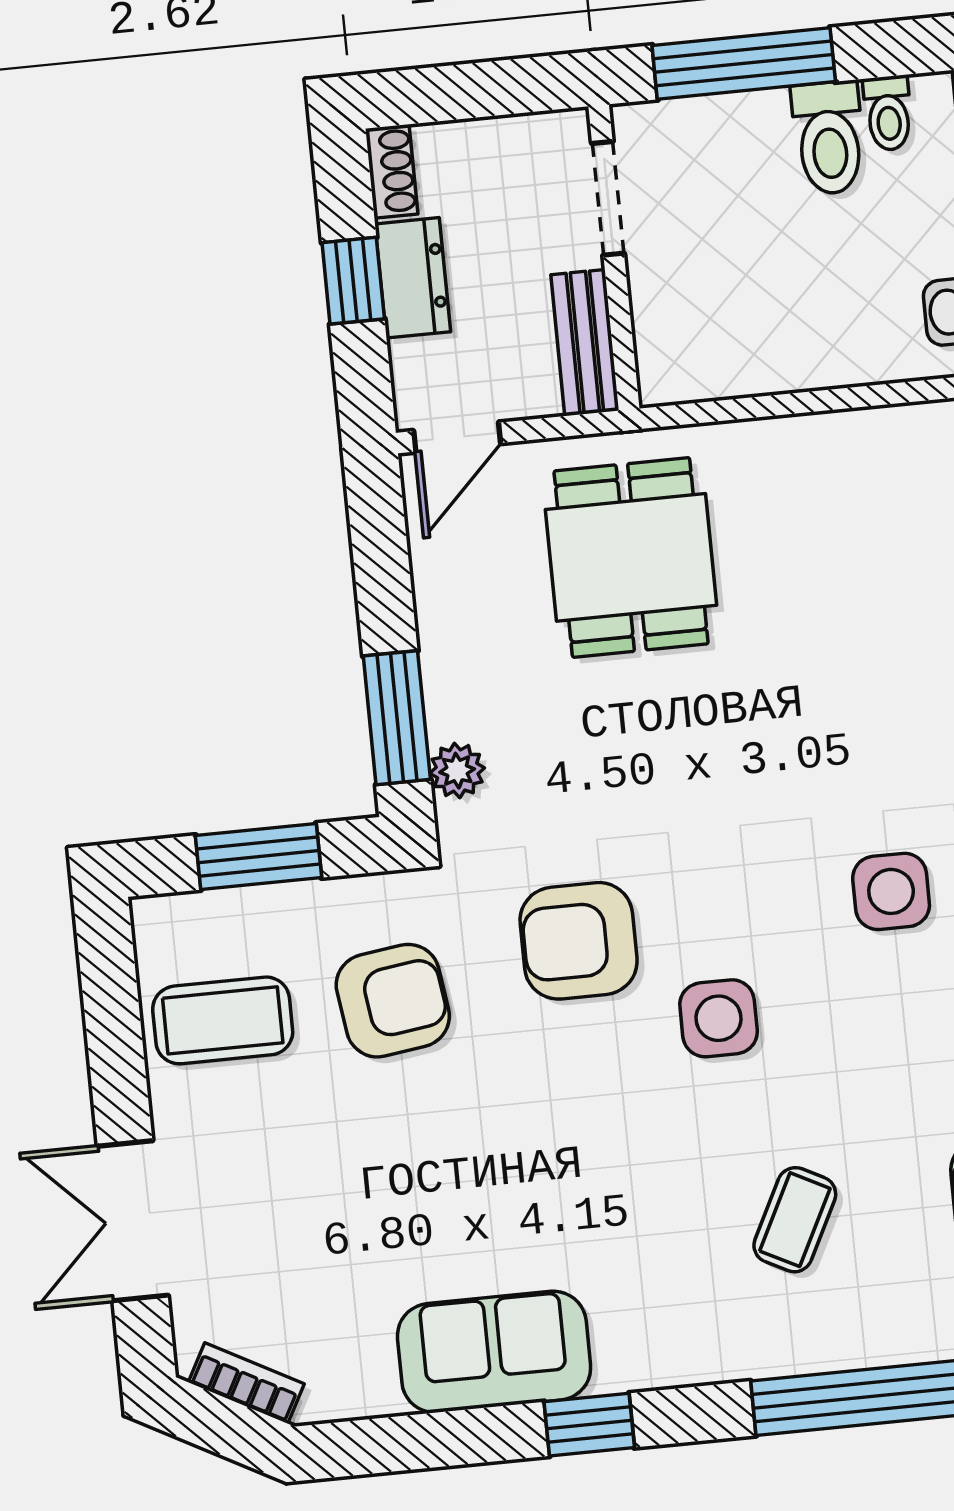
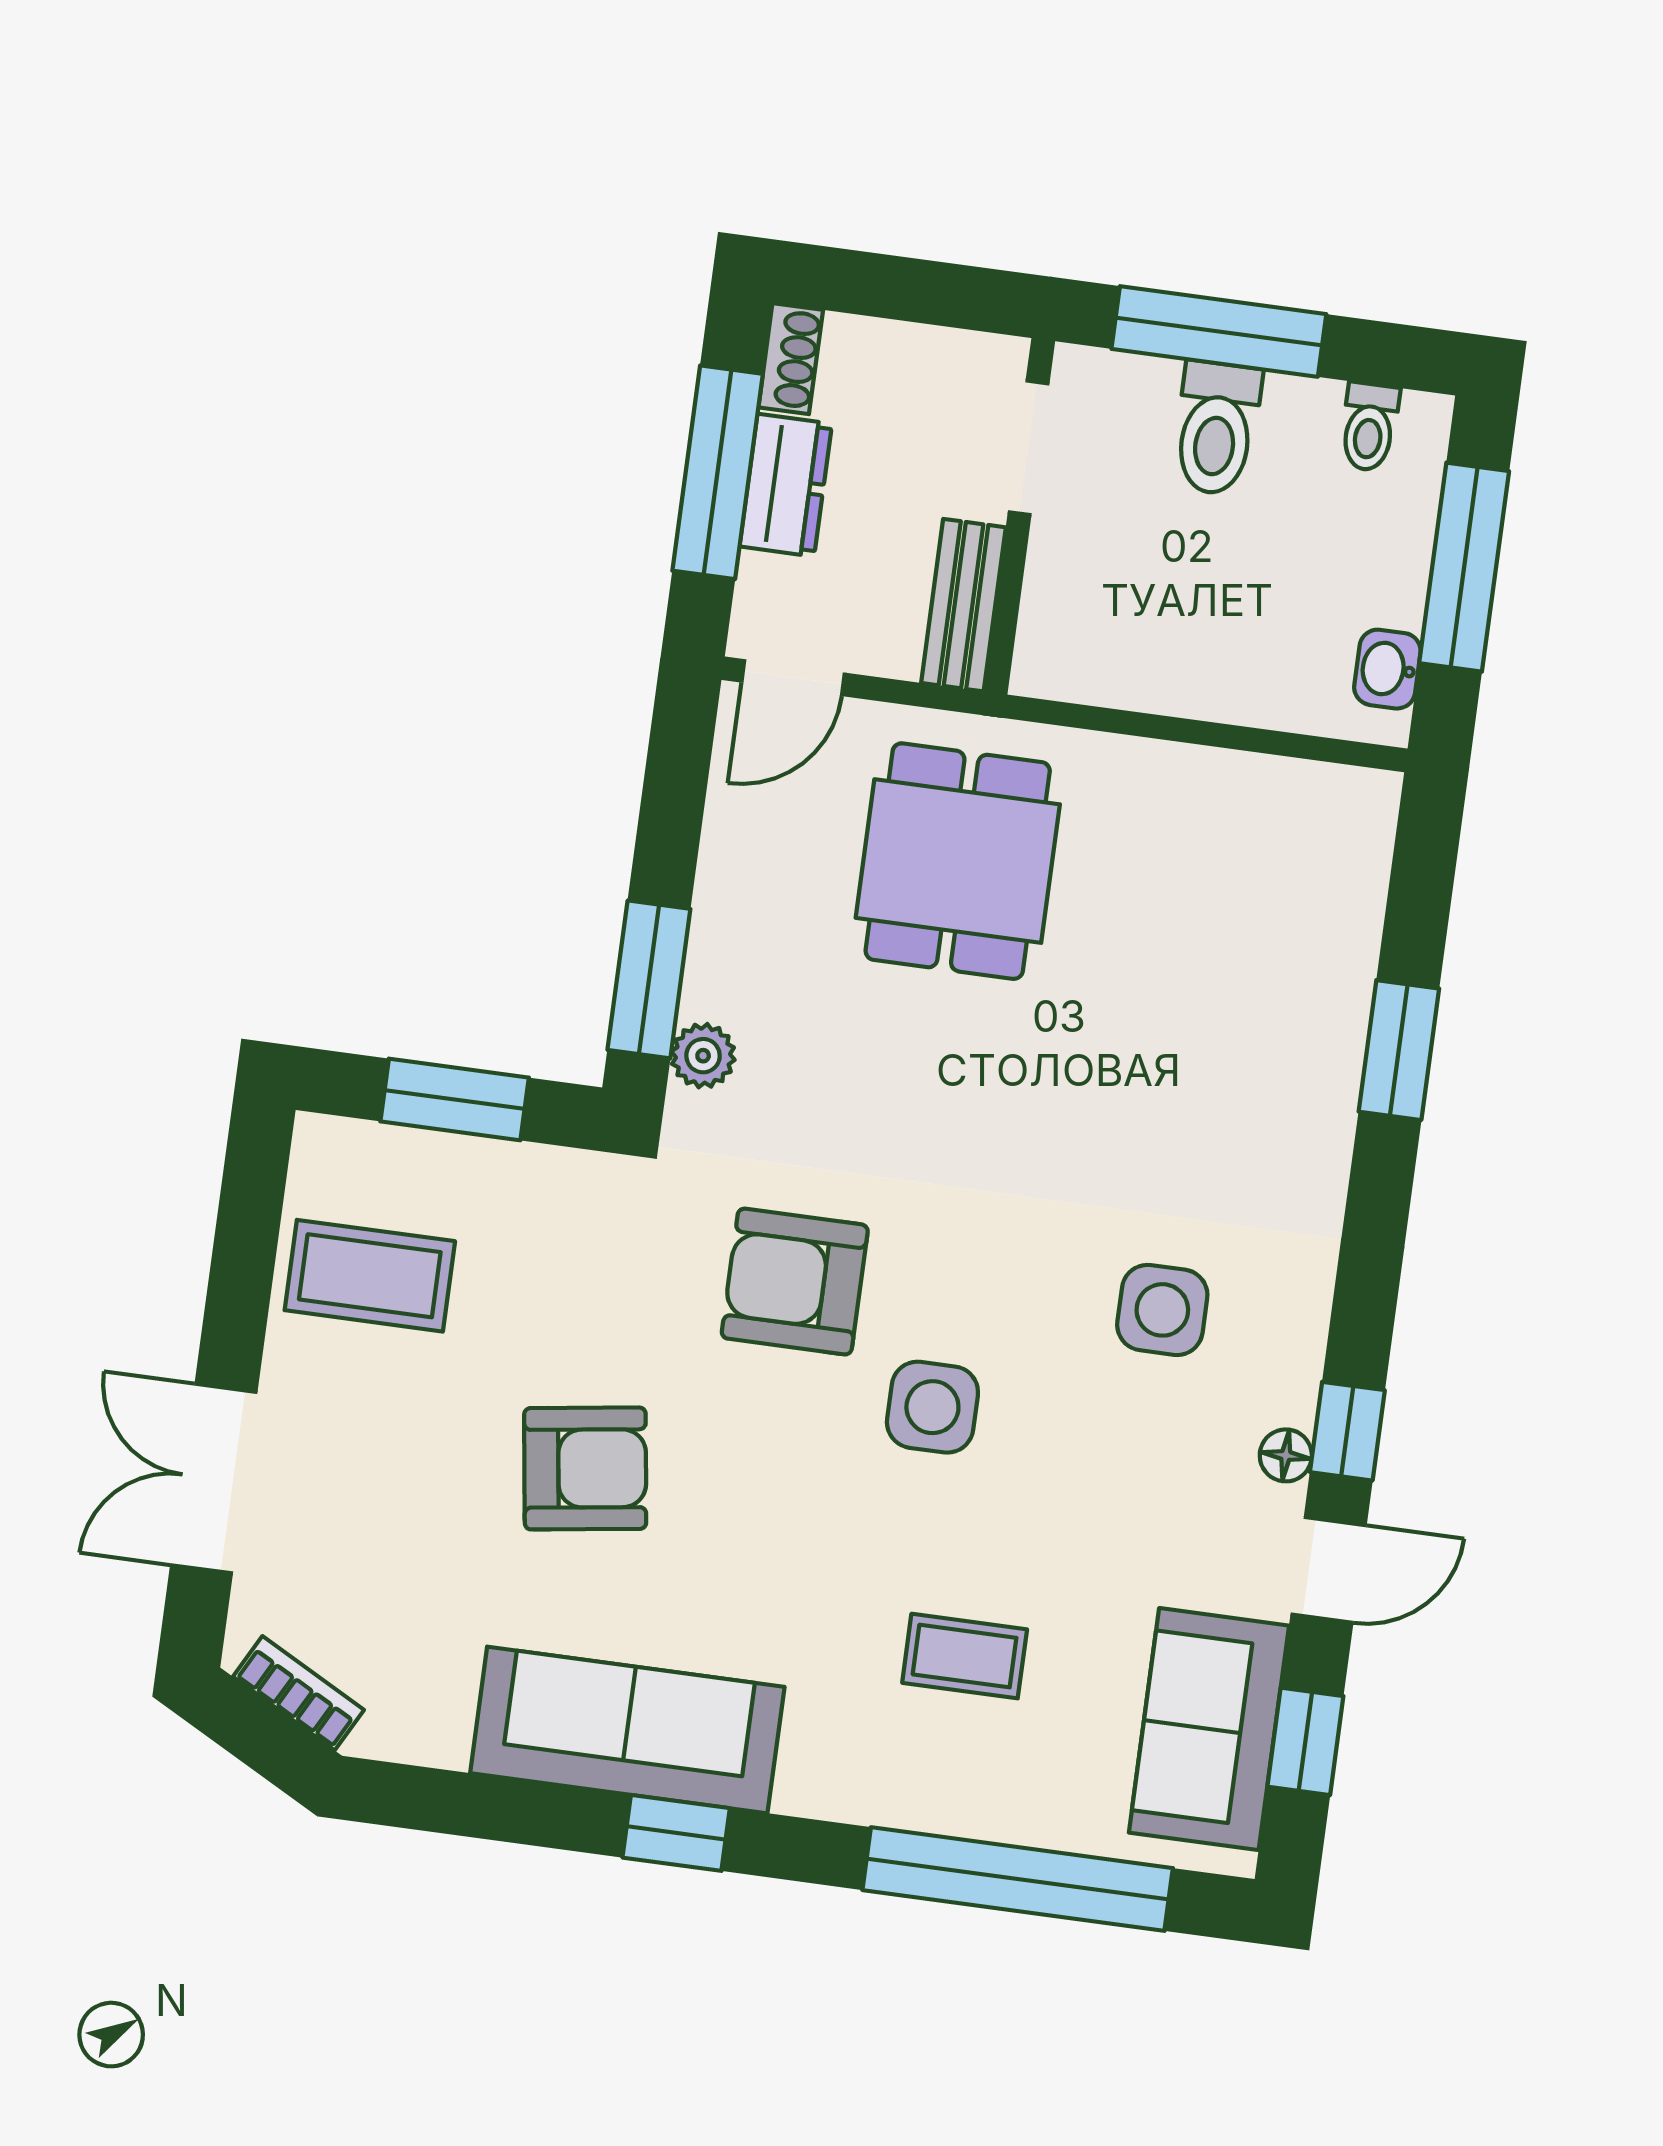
toilet: (829, 138) -> (1217, 428), moved
window: (353, 281) -> (718, 472), width x2.17
armchair: (393, 1001) -> (585, 1468), moved
coffee table: (795, 1220) -> (965, 1656), turned 63
sofa: (494, 1352) -> (627, 1730), width x1.36

